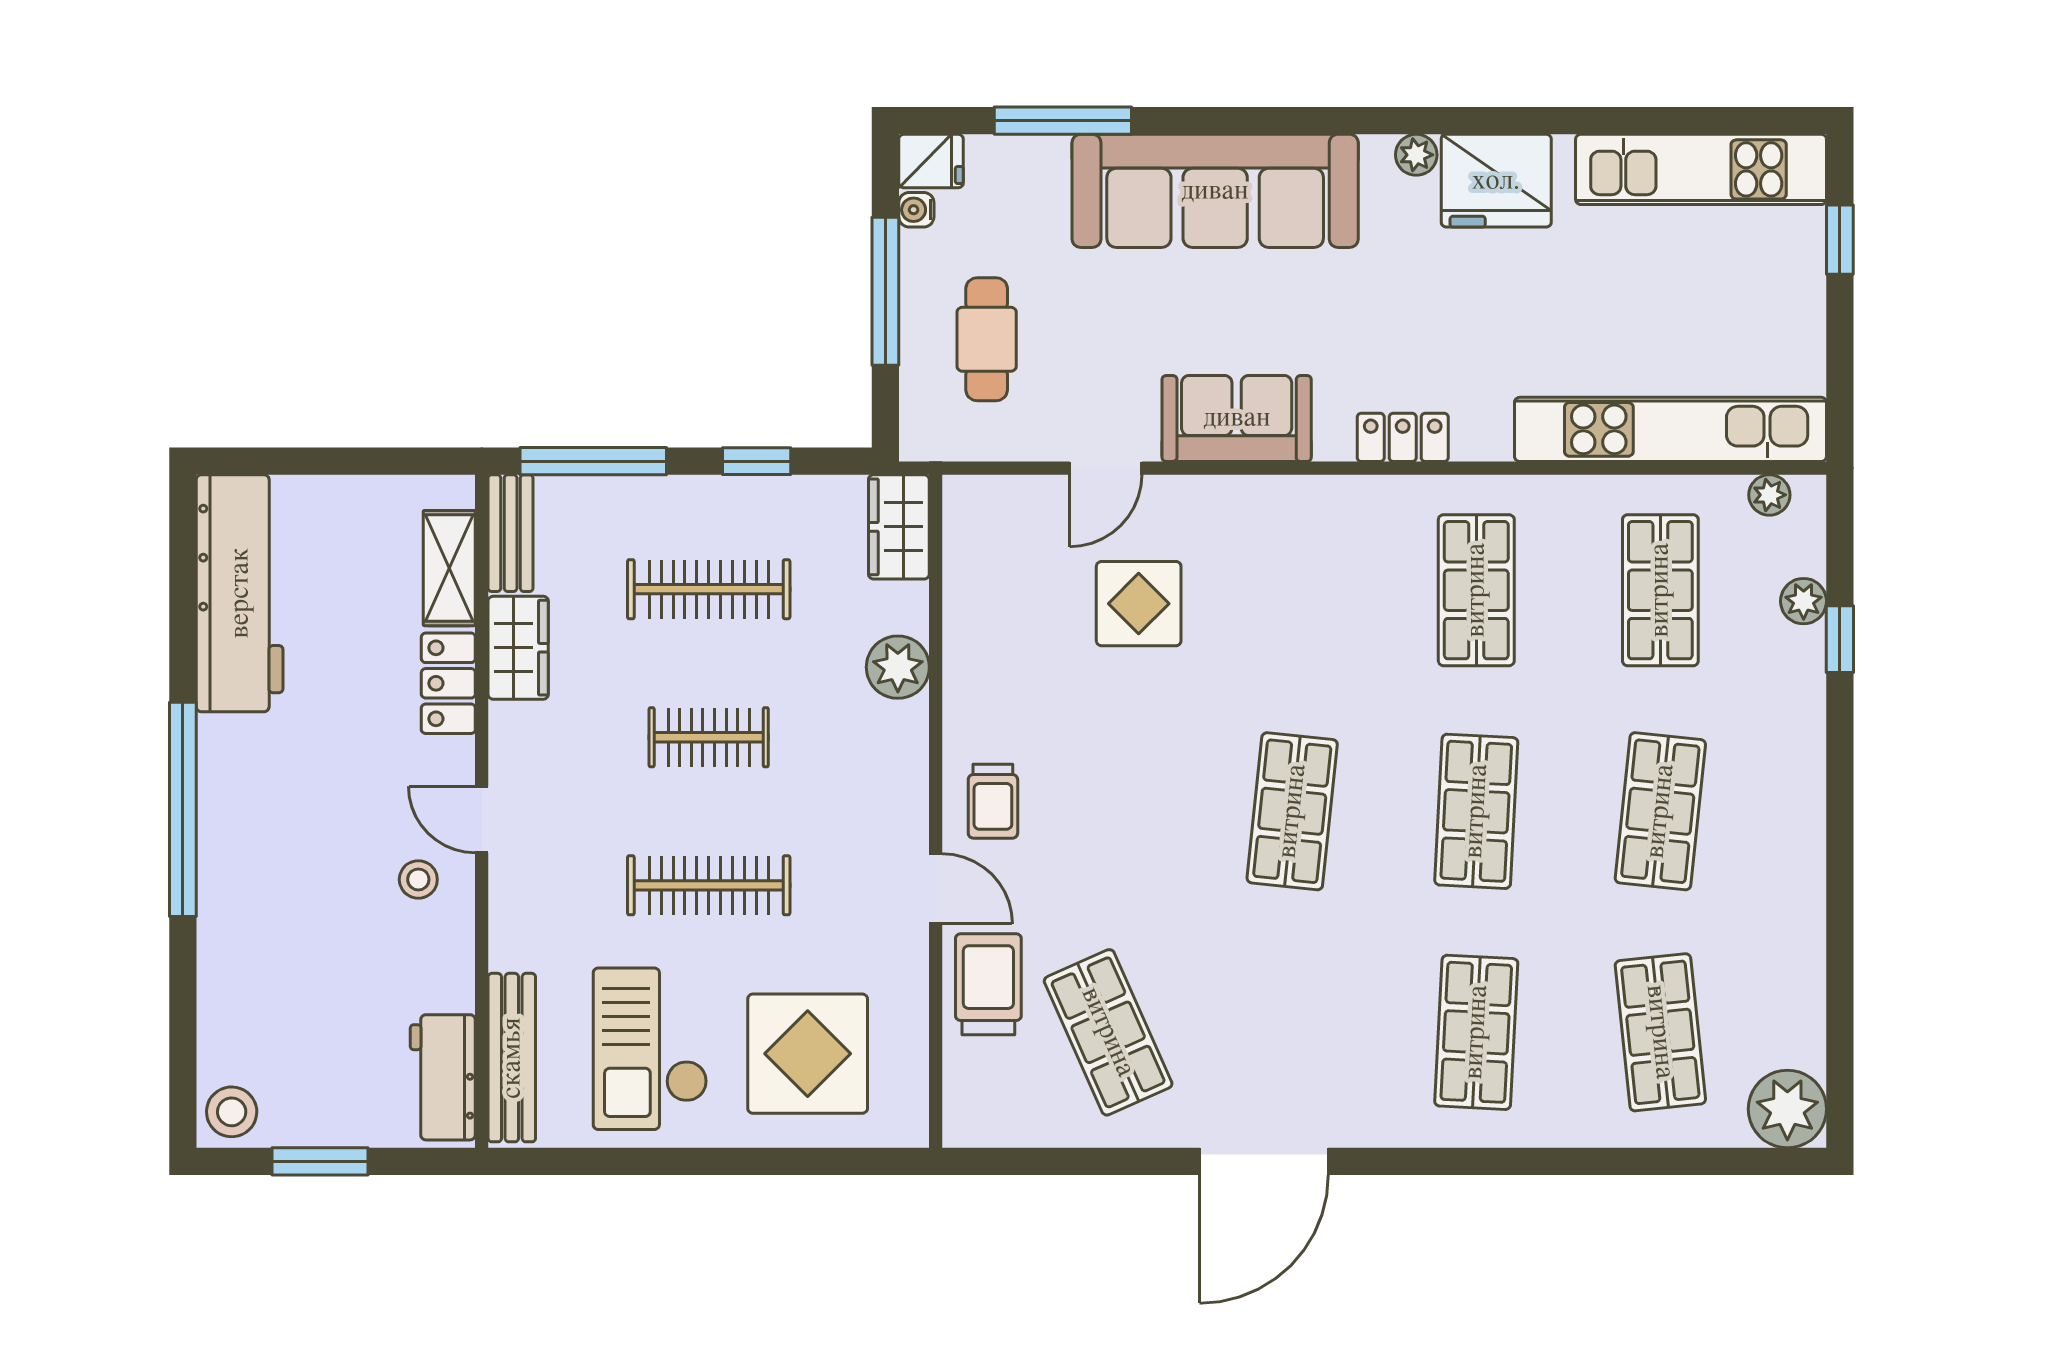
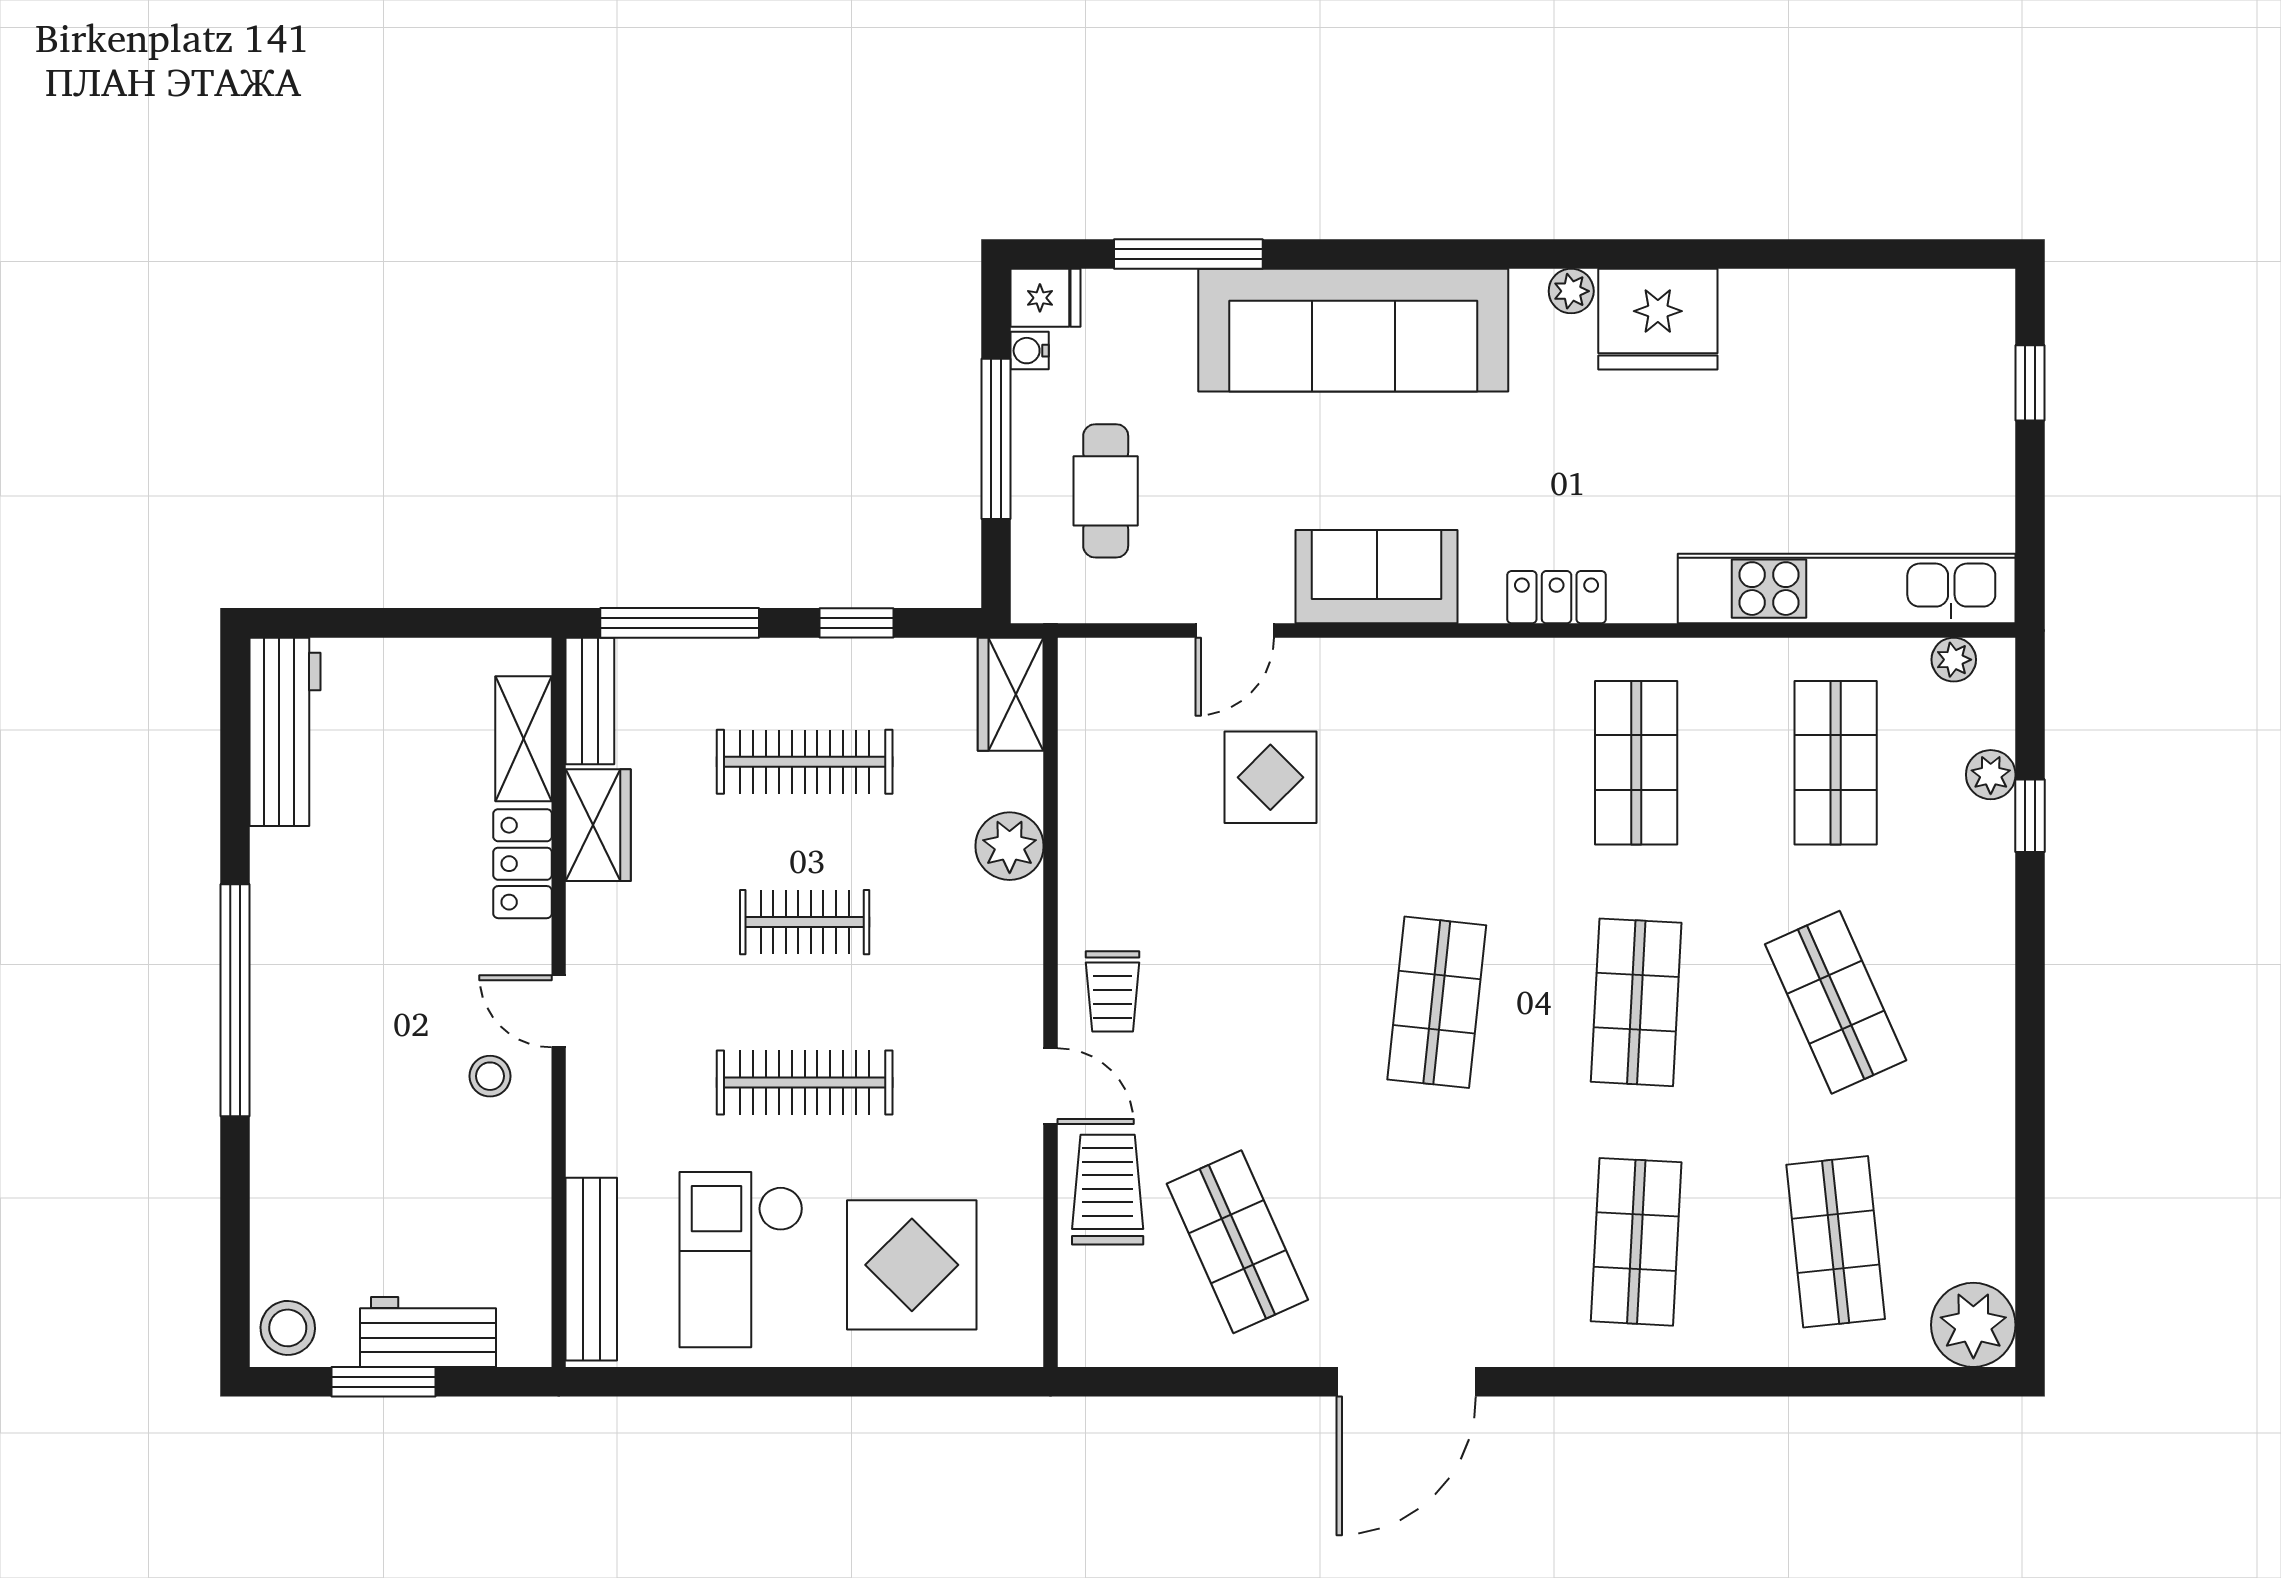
kitchen unit: (1701, 169) -> (1880, 307), removed
workbench: (240, 593) -> (285, 732), width x0.73, depth x0.76
shop shelf: (1660, 811) -> (1836, 1002), turned -30
workbench: (443, 1077) -> (428, 1332), moved, turned 90

